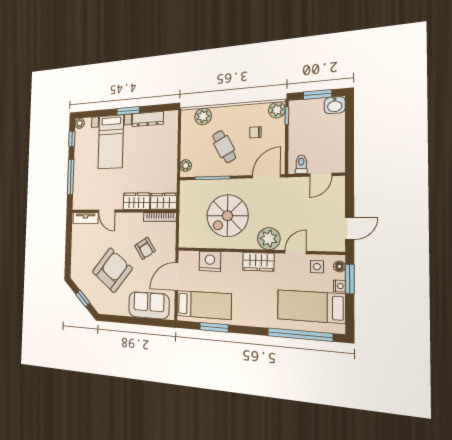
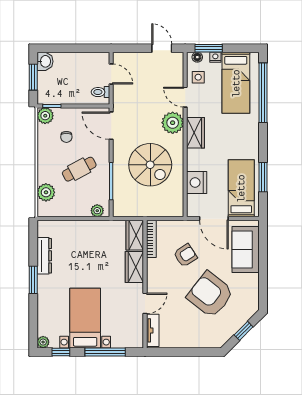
bed with nightstands: (111, 142) -> (85, 318), moved, turned -90

